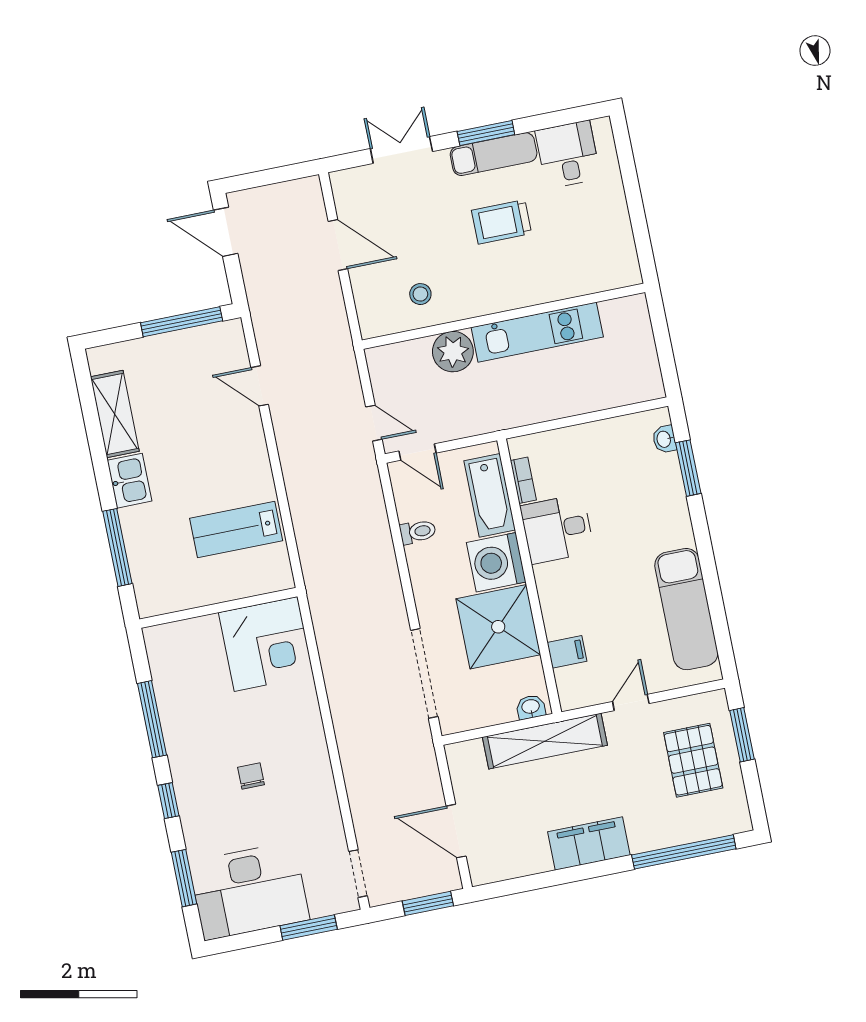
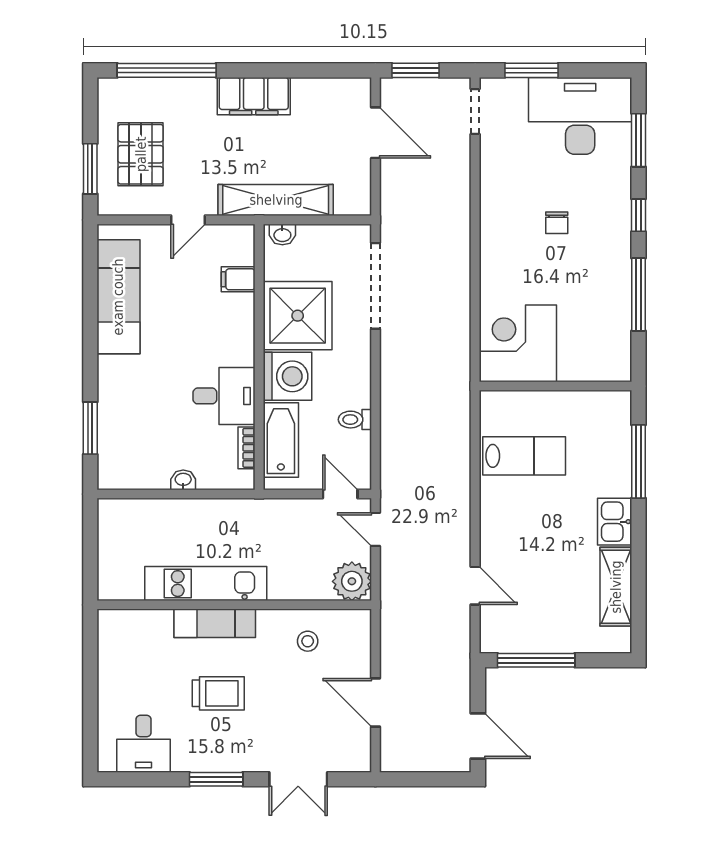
exam couch: (494, 154) -> (215, 623), moved, turned 180
plant: (453, 352) -> (352, 581), moved
washbasin: (664, 439) -> (183, 480), moved, turned -90

